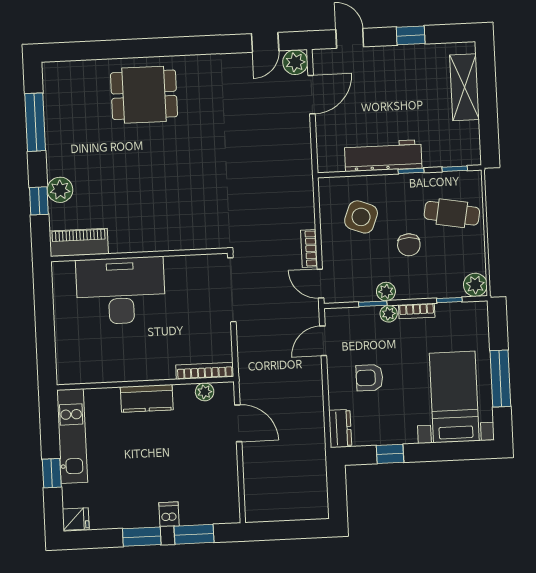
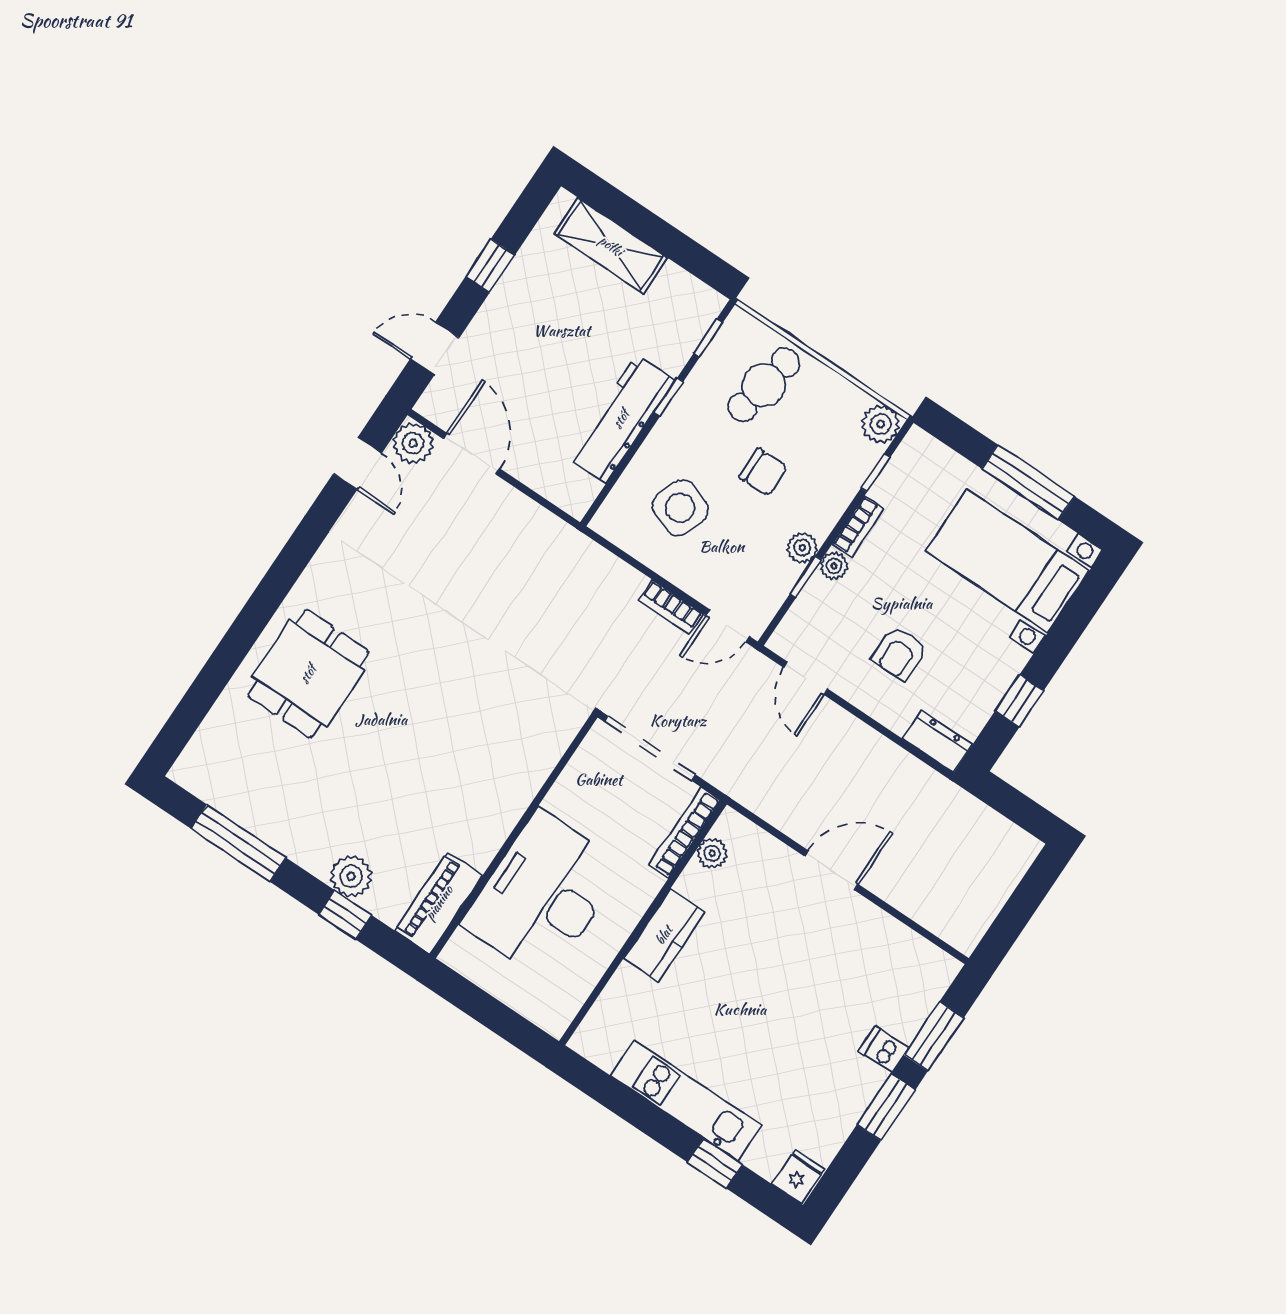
bookcase: (205, 371) -> (685, 833), moved
wall: (145, 383) -> (643, 923), moved
plant: (205, 392) -> (712, 853), moved
kitchen counter: (147, 398) -> (664, 935), moved

